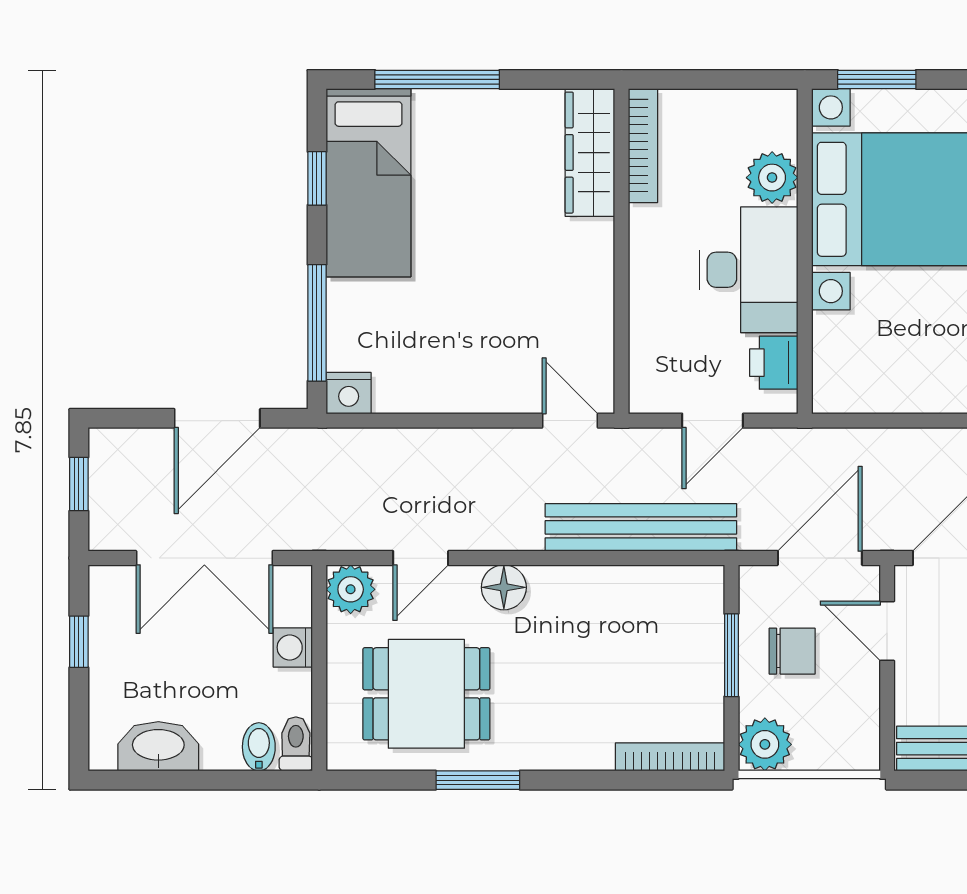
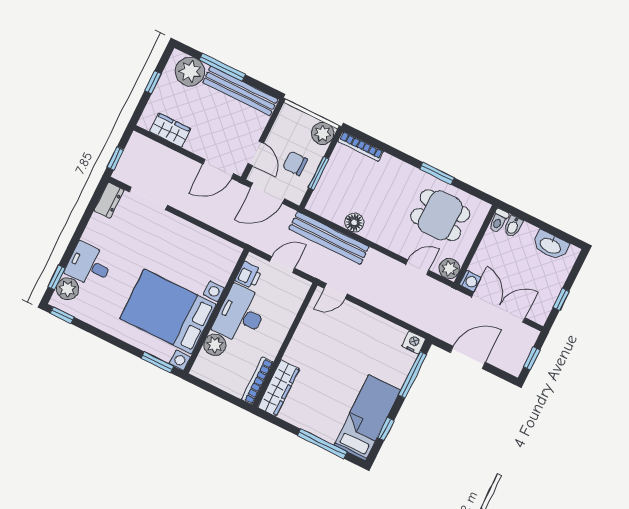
door: (570, 421) -> (336, 291), hinge flipped
floor lamp: (504, 587) -> (354, 222), moved
washing machine: (293, 647) -> (470, 281), moved

